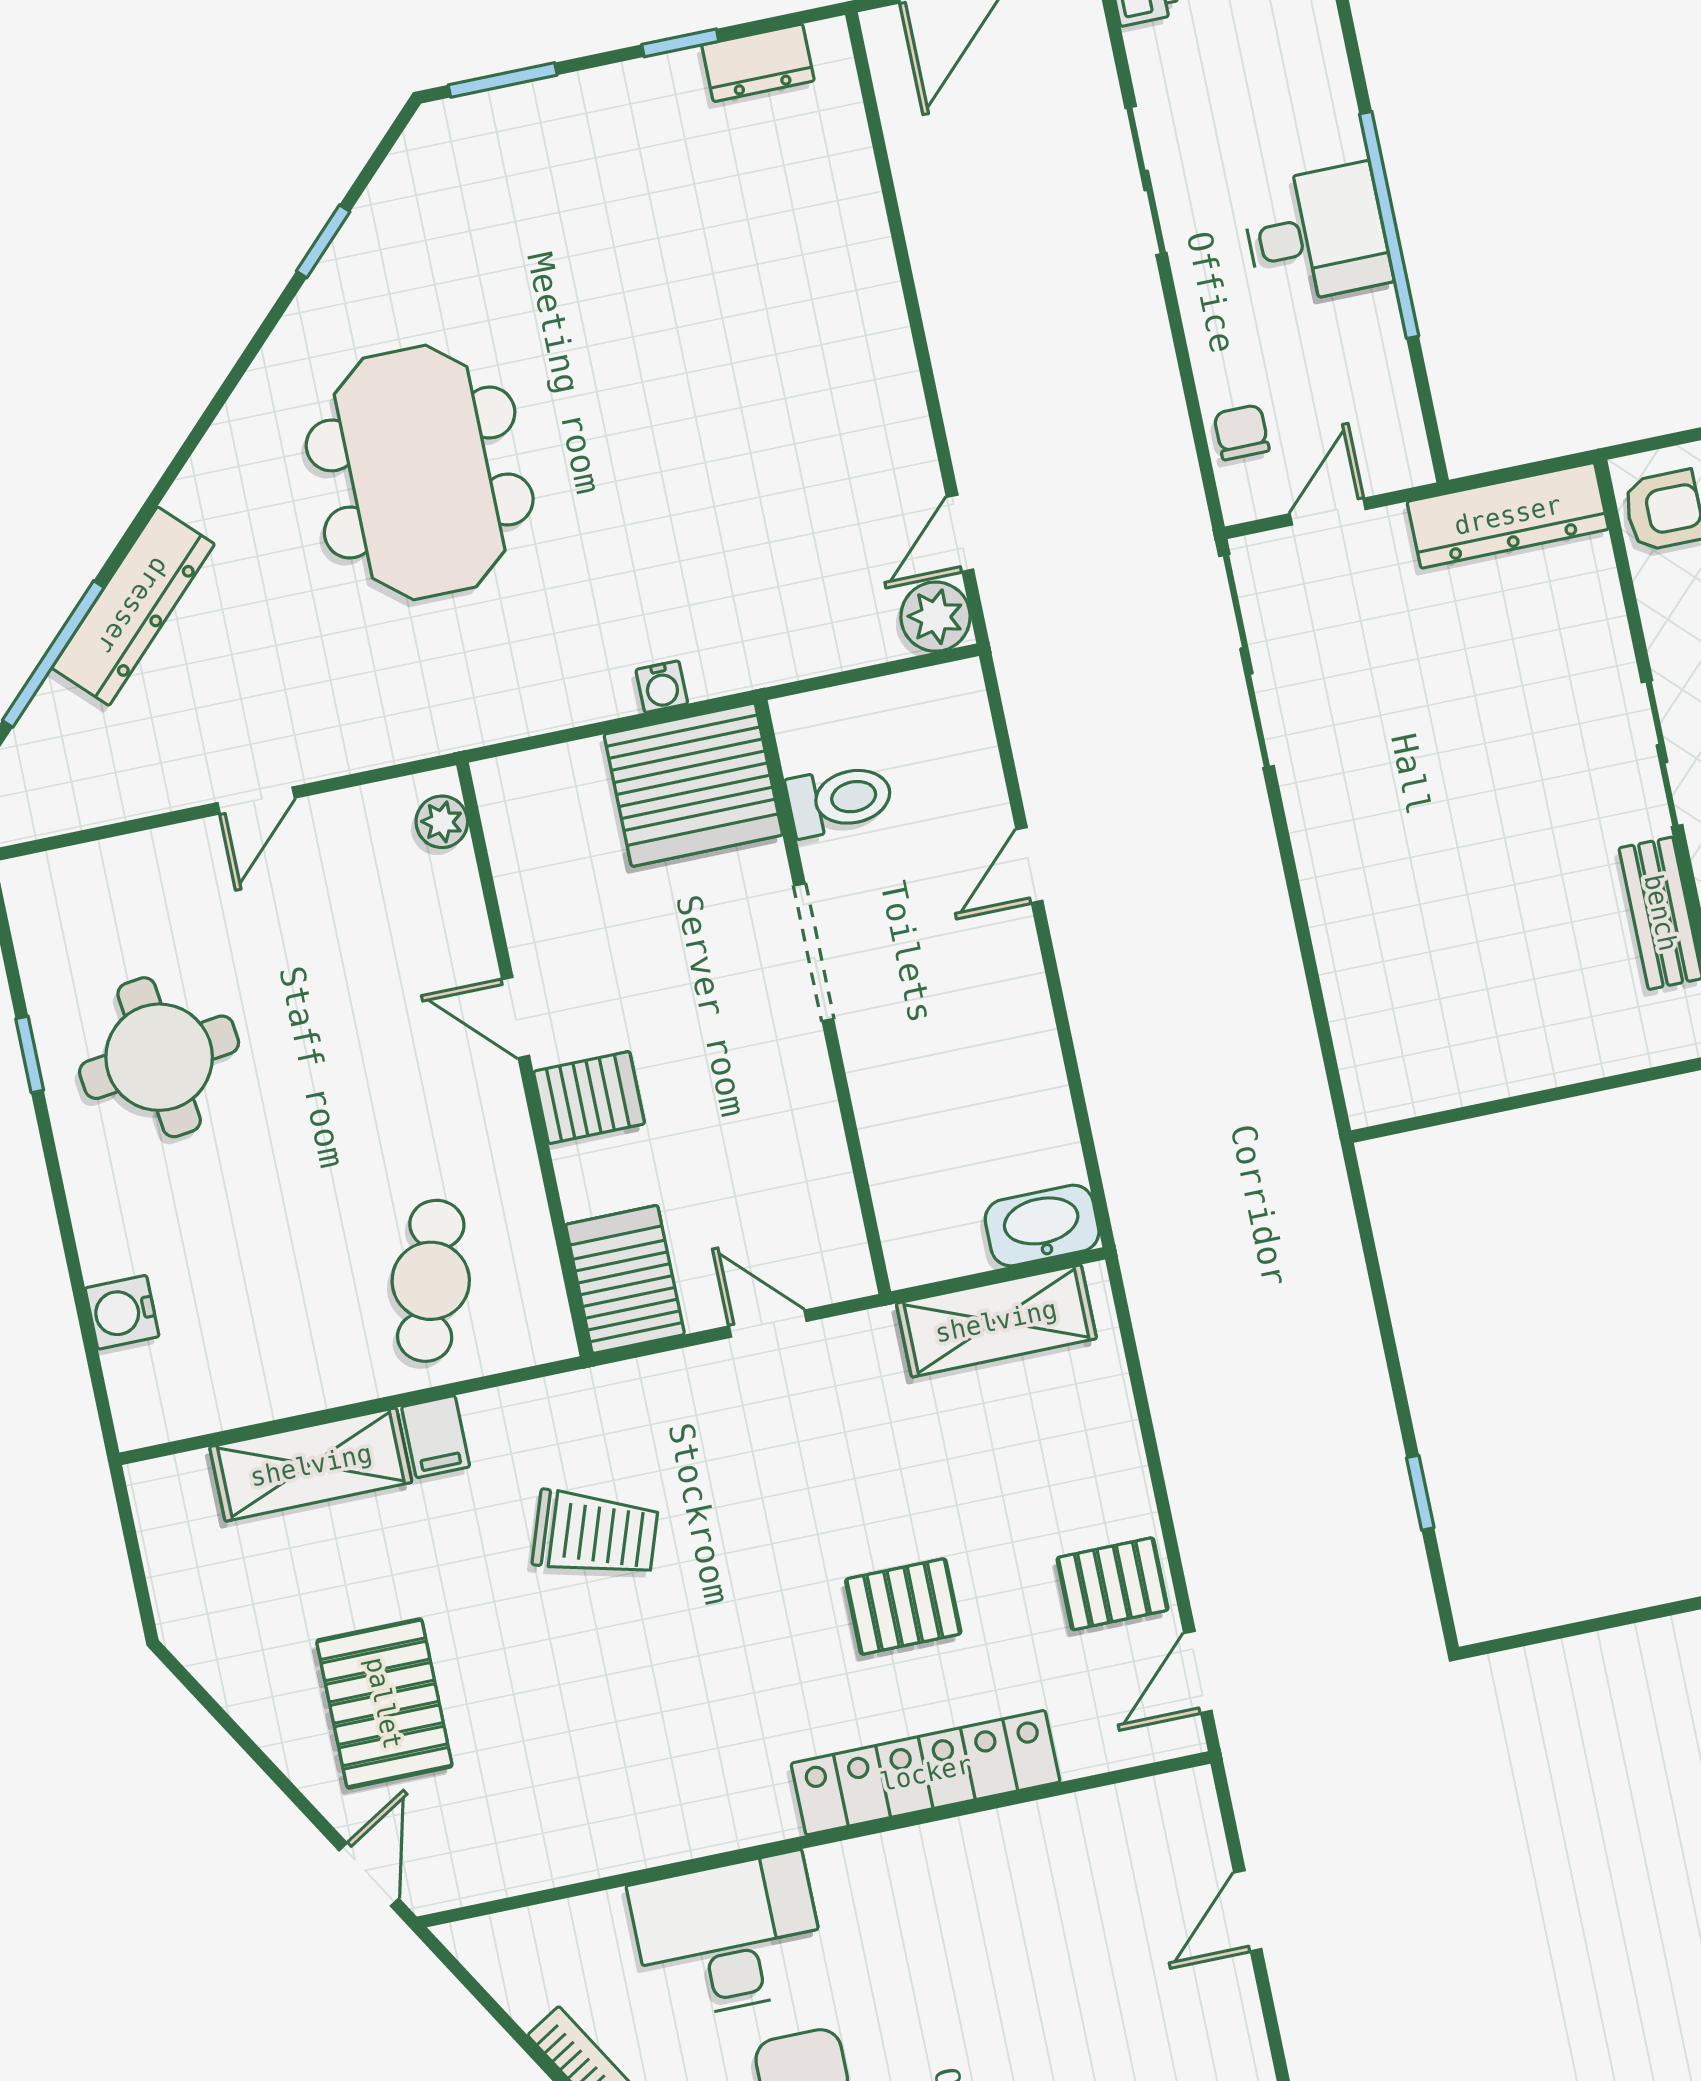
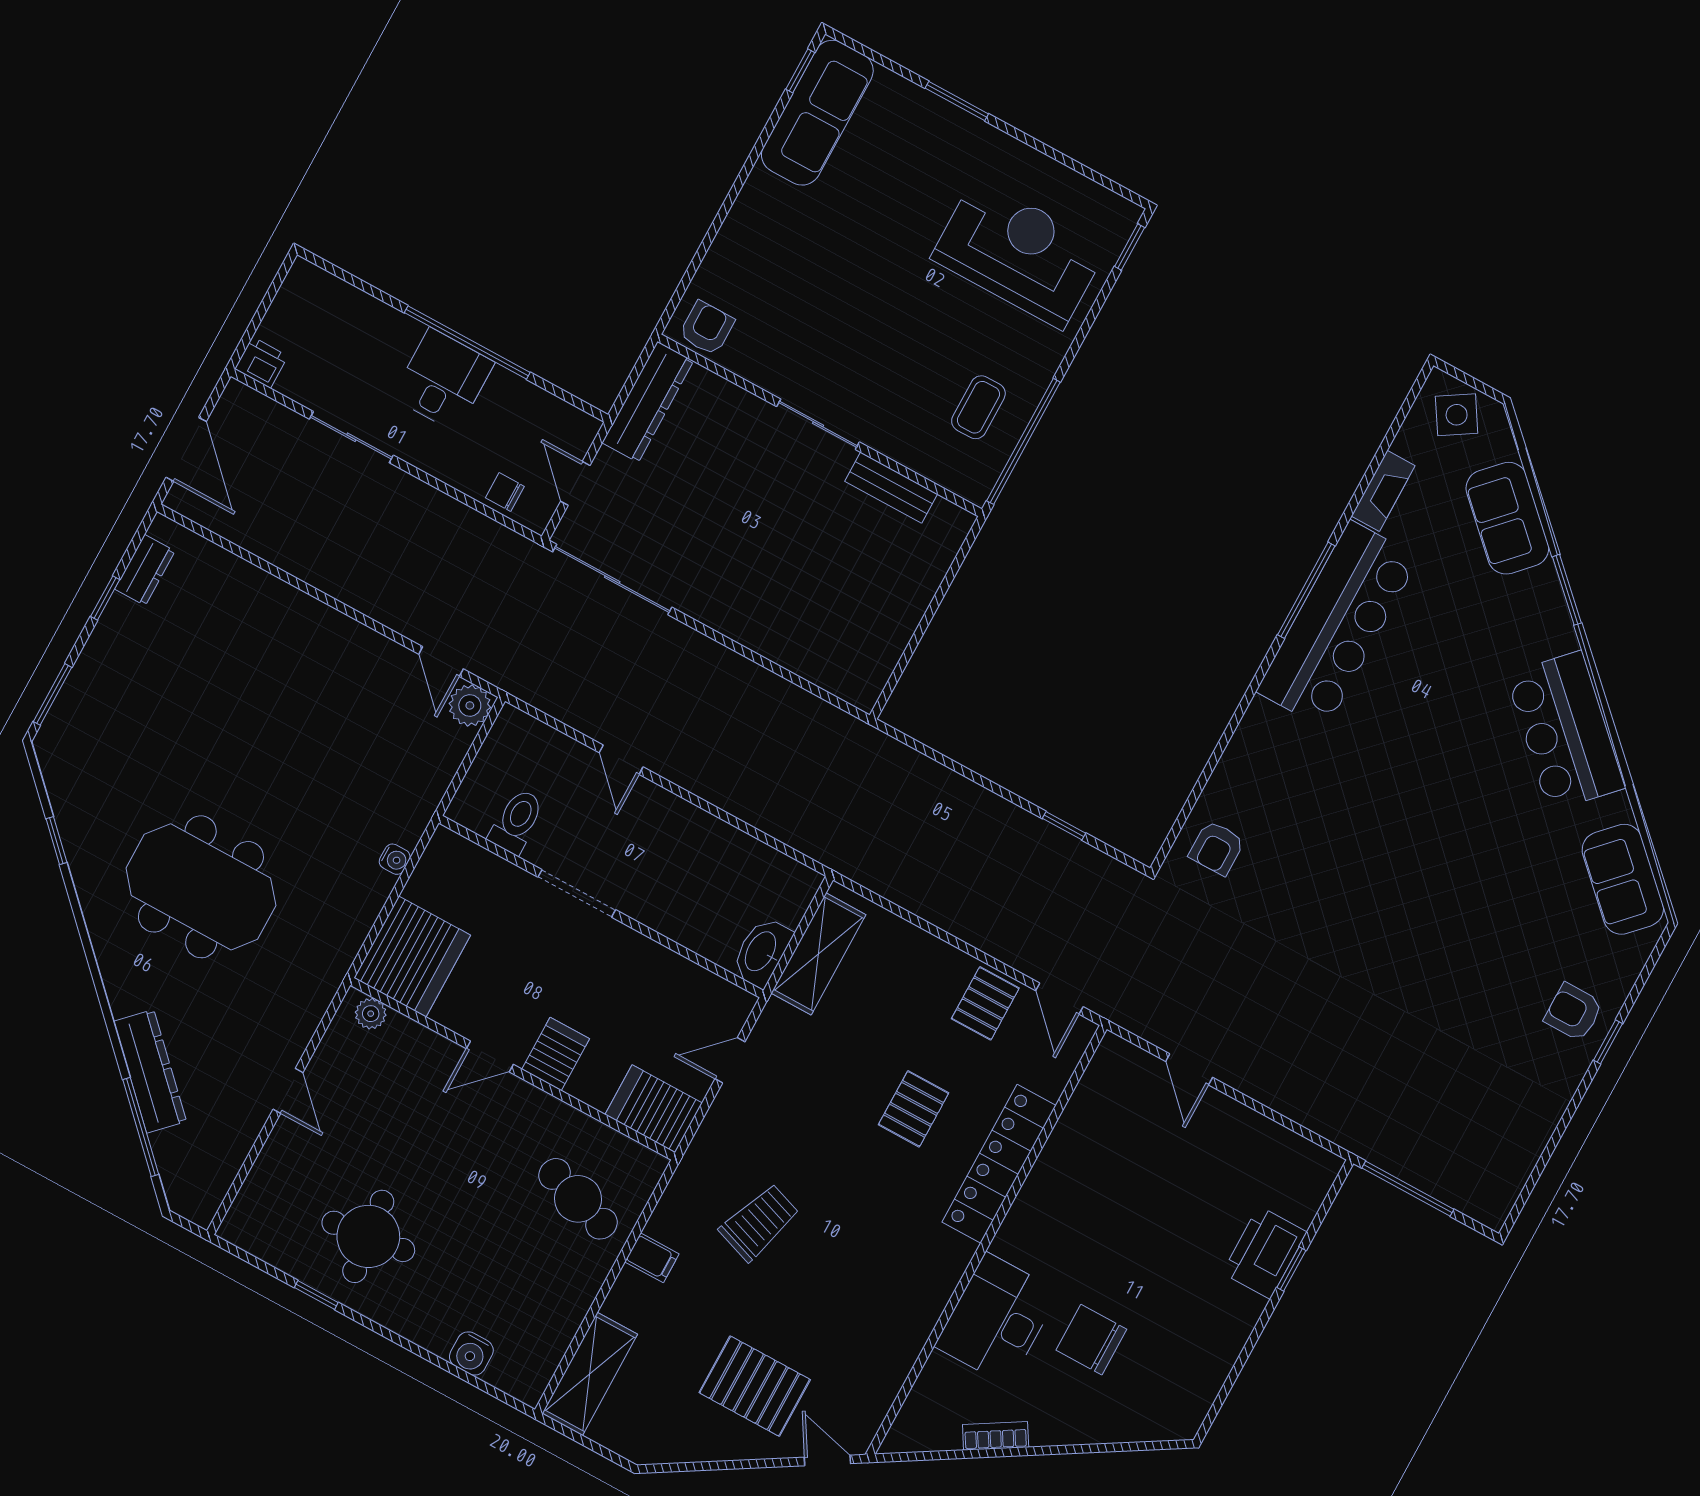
server rack: (693, 785) -> (412, 956), moved
washbasin: (1042, 1226) -> (762, 952), moved
shelving: (311, 1465) -> (590, 1374), moved
armchair: (1556, 1708) -> (1217, 848), added

